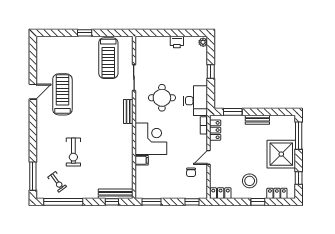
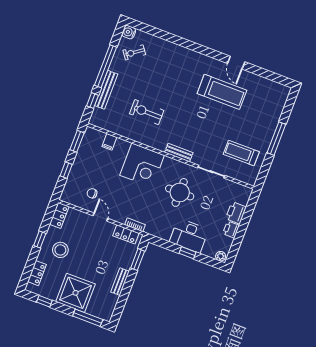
window: (85, 33) -> (276, 139), width x2.17
printer: (161, 43) -> (236, 213), added
treadmill: (108, 58) -> (241, 153), width x0.73, depth x0.73
desk: (196, 101) -> (189, 236), moved
exercise bike: (73, 152) -> (147, 112), moved
filing cabinet: (142, 160) -> (109, 142), moved
window: (33, 176) -> (150, 30), removed
water cooler: (42, 193) -> (129, 32), added
bench: (116, 194) -> (106, 90), moved
window: (63, 202) -> (105, 66), moved
window: (192, 202) -> (66, 170), moved
window: (258, 202) -> (40, 239), moved

